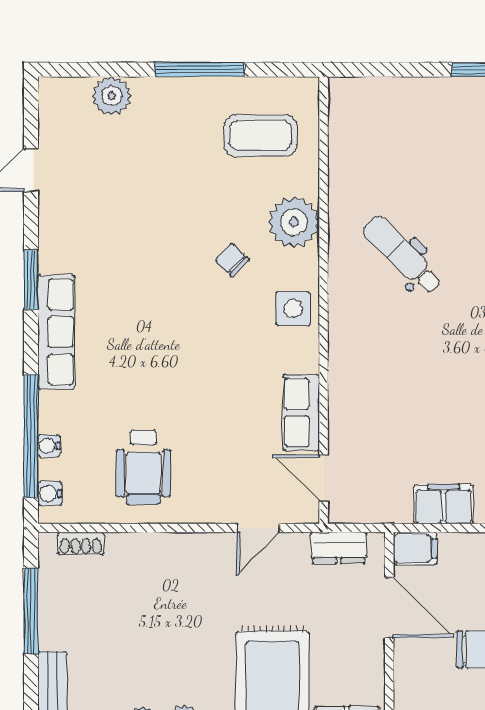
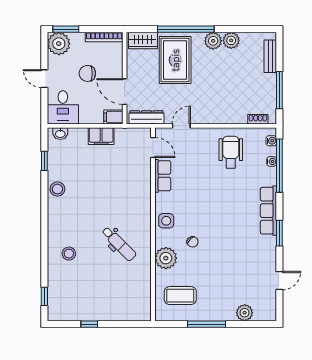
dresser: (339, 548) -> (146, 117), width x1.44

